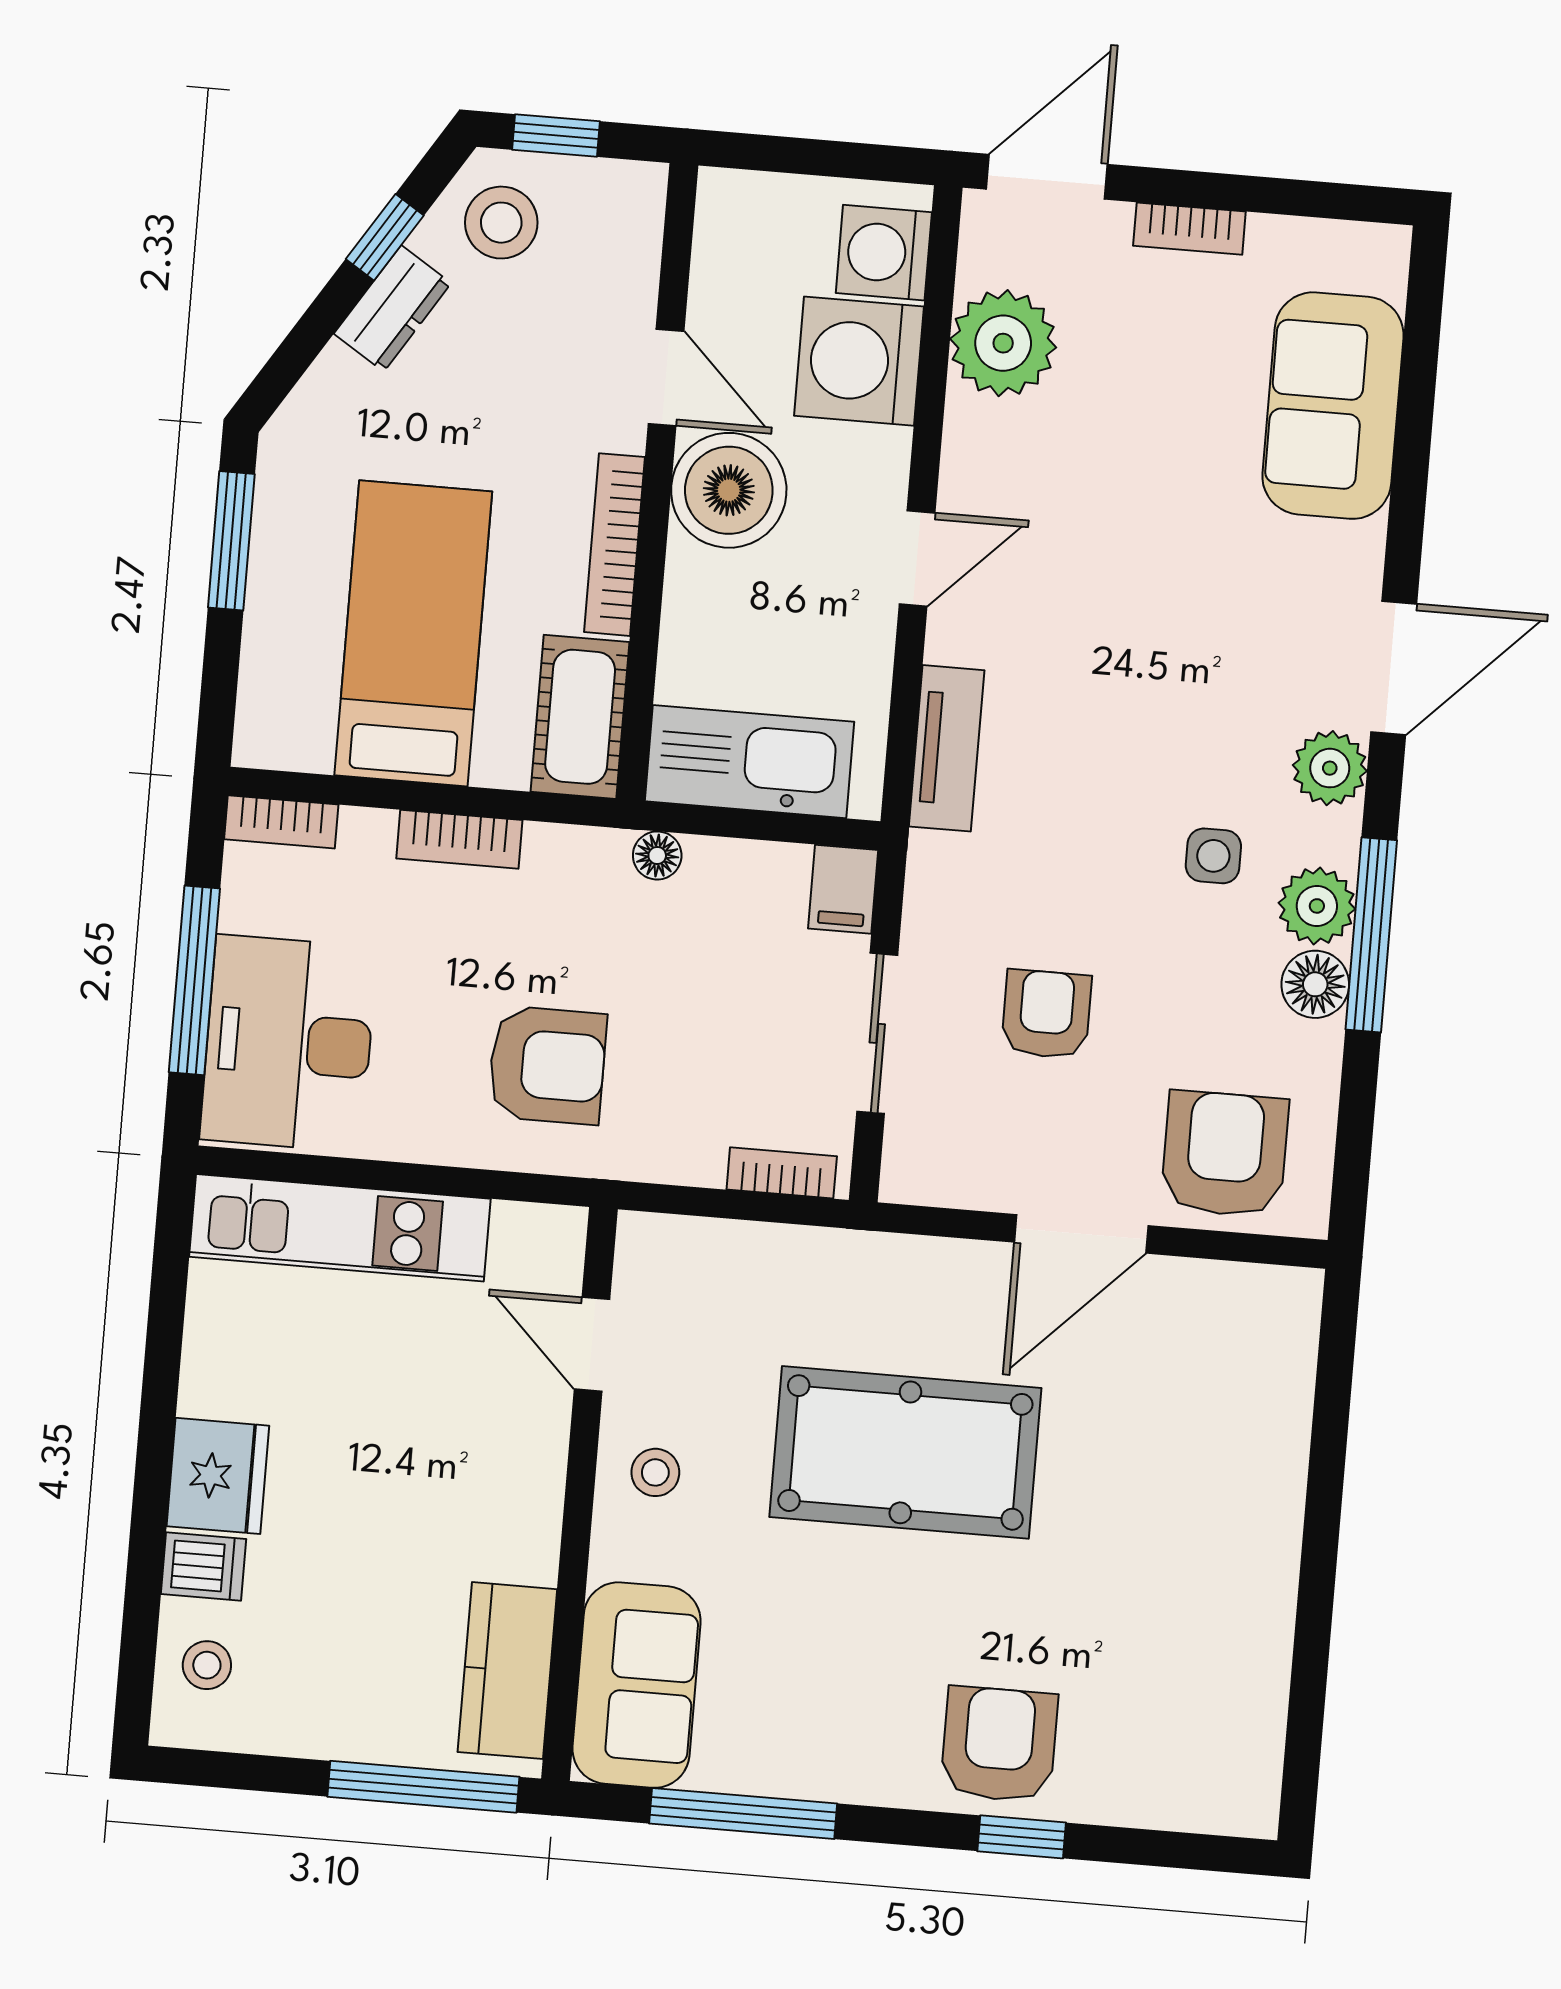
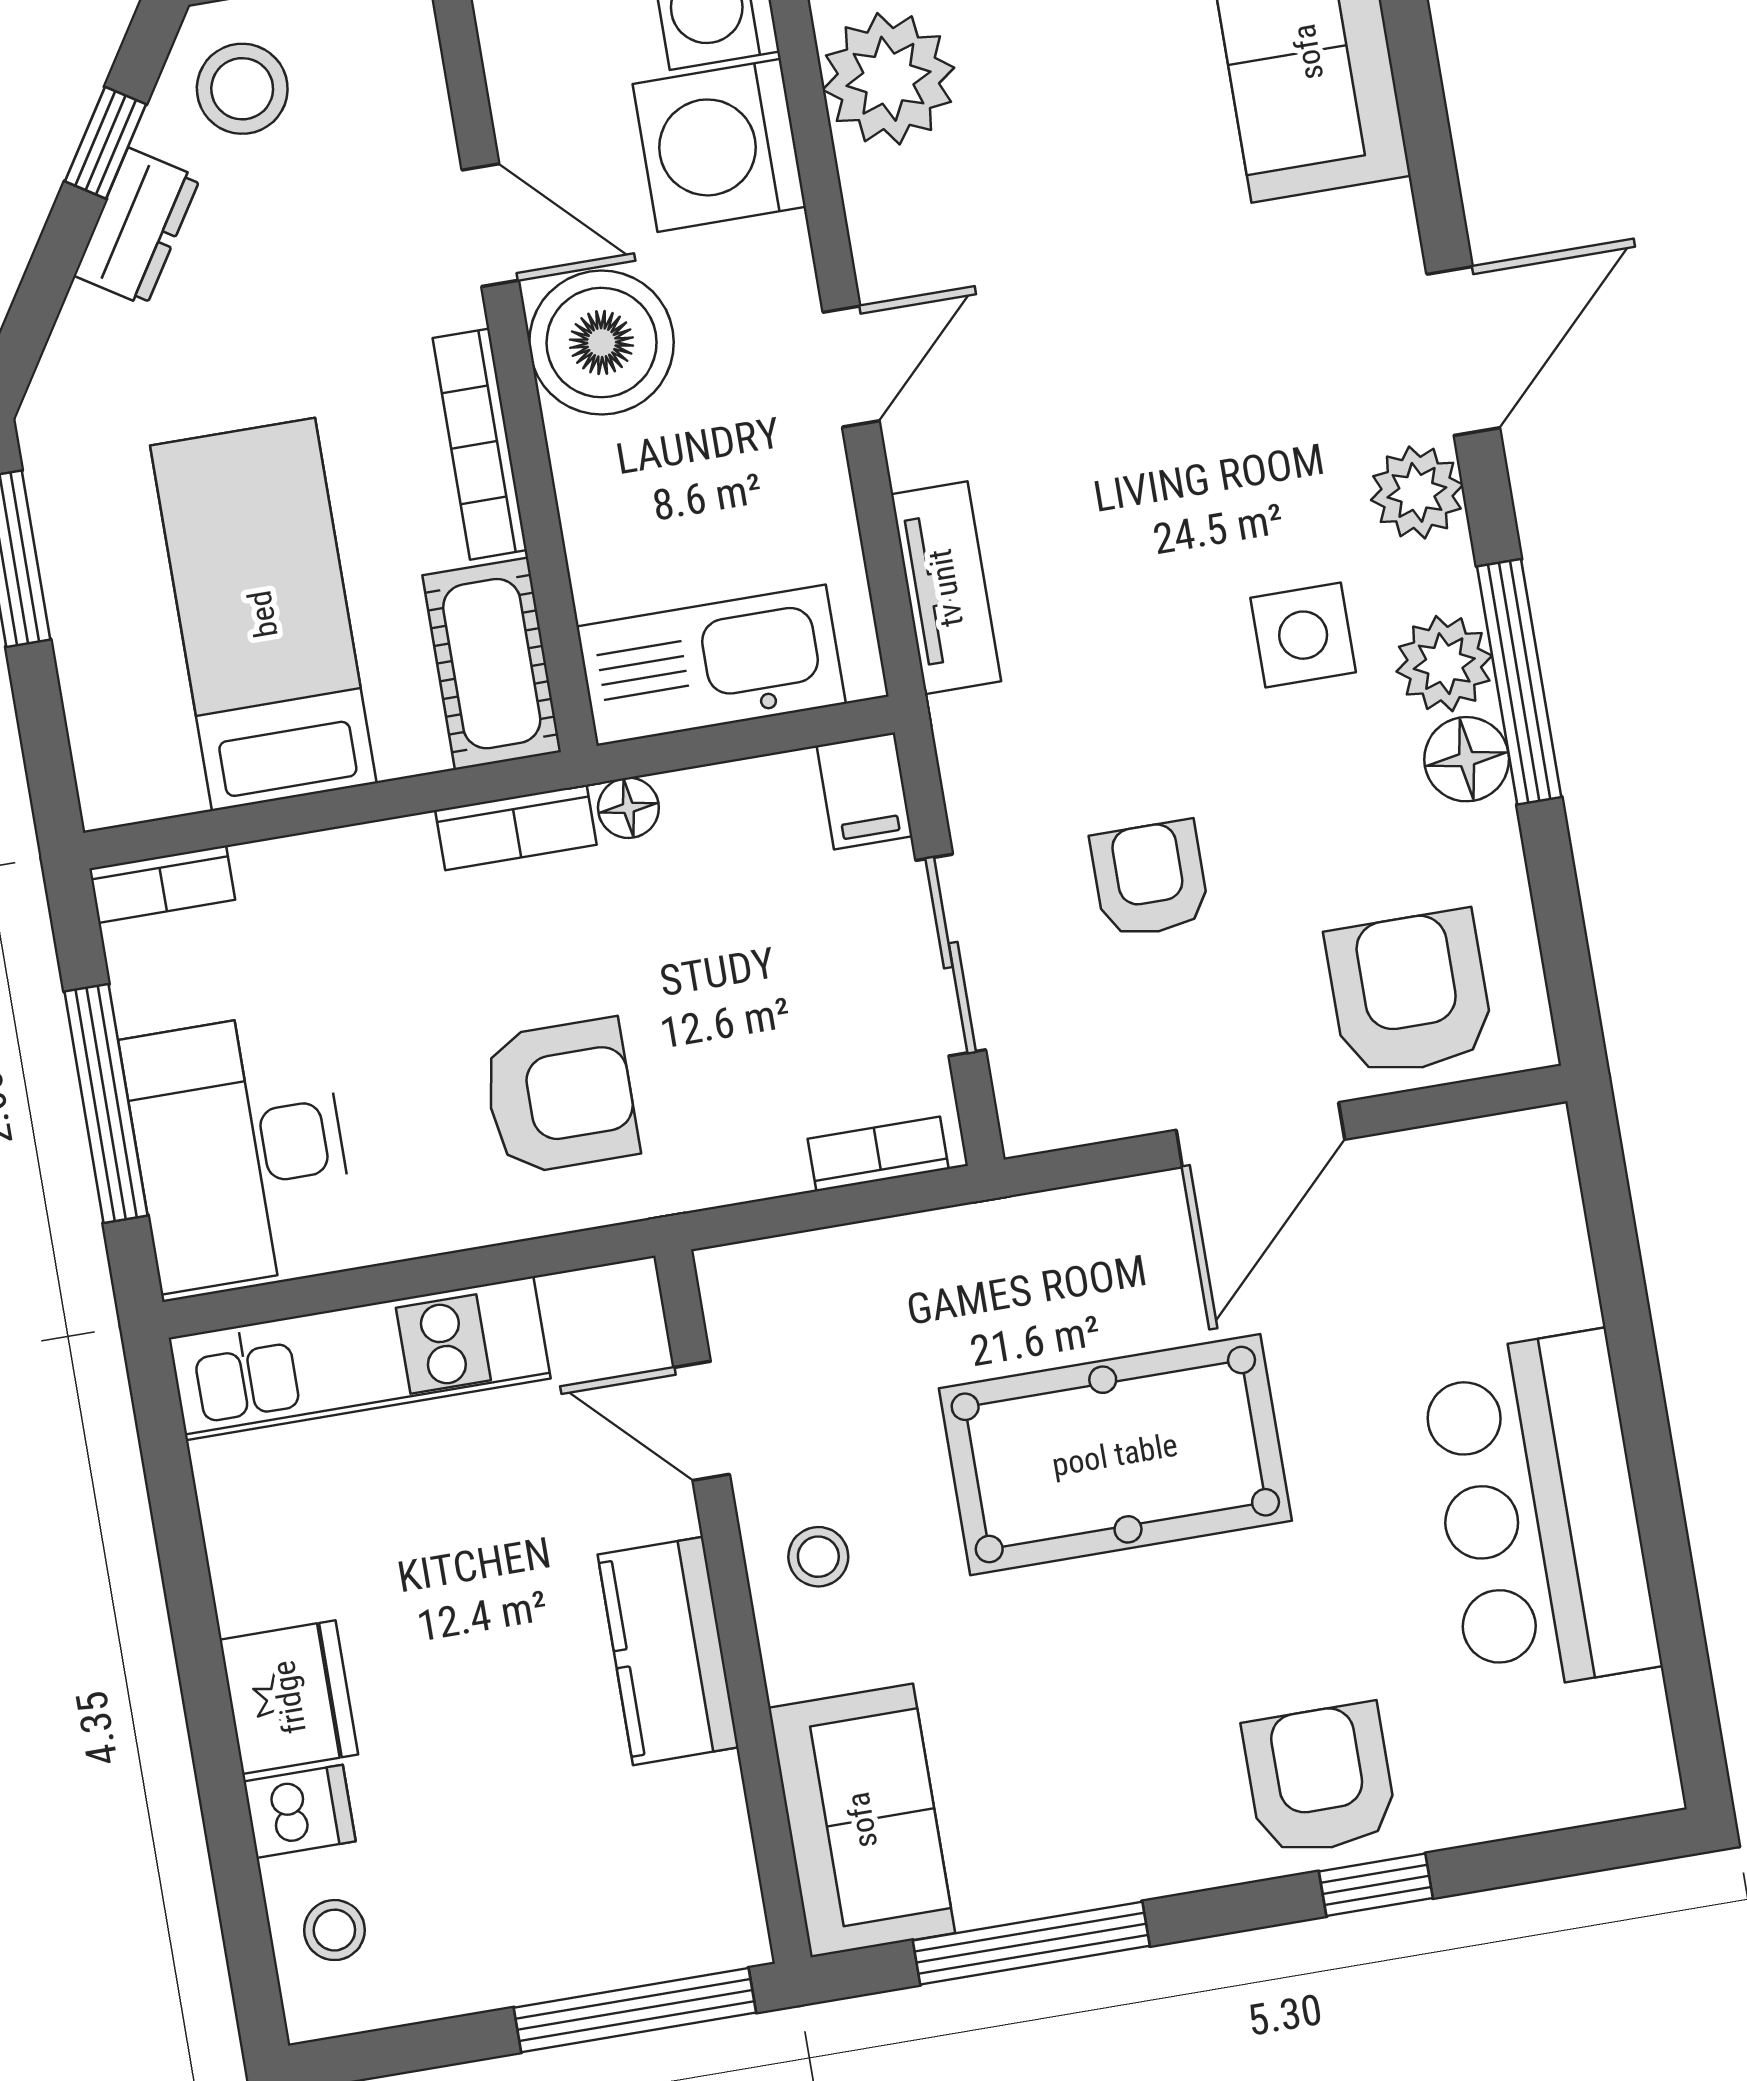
bookcase: (459, 839) -> (516, 827), moved
side table: (1213, 856) -> (1303, 635), width x1.37, depth x1.37
bar counter: (1222, 1582) -> (1540, 1513), added
kitchen counter: (507, 1671) -> (668, 1651), moved

